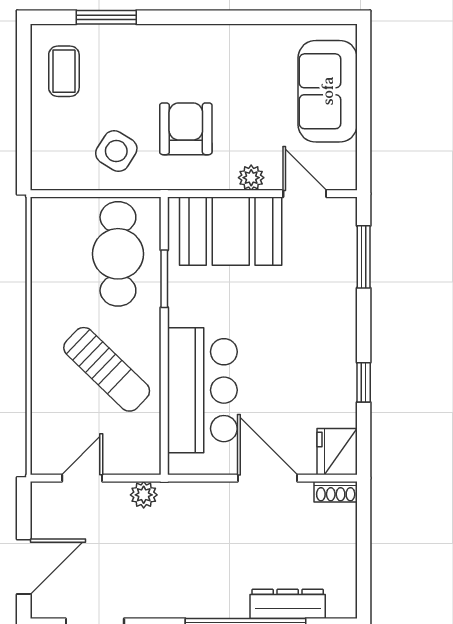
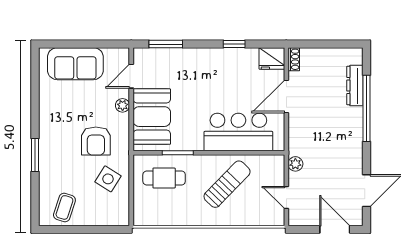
window: (106, 17) -> (35, 155), moved
coffee table: (64, 71) -> (64, 207), turned -72
armchair: (186, 129) -> (96, 141), turned -90
cafe table: (118, 254) -> (164, 178), width x0.73, depth x0.74

